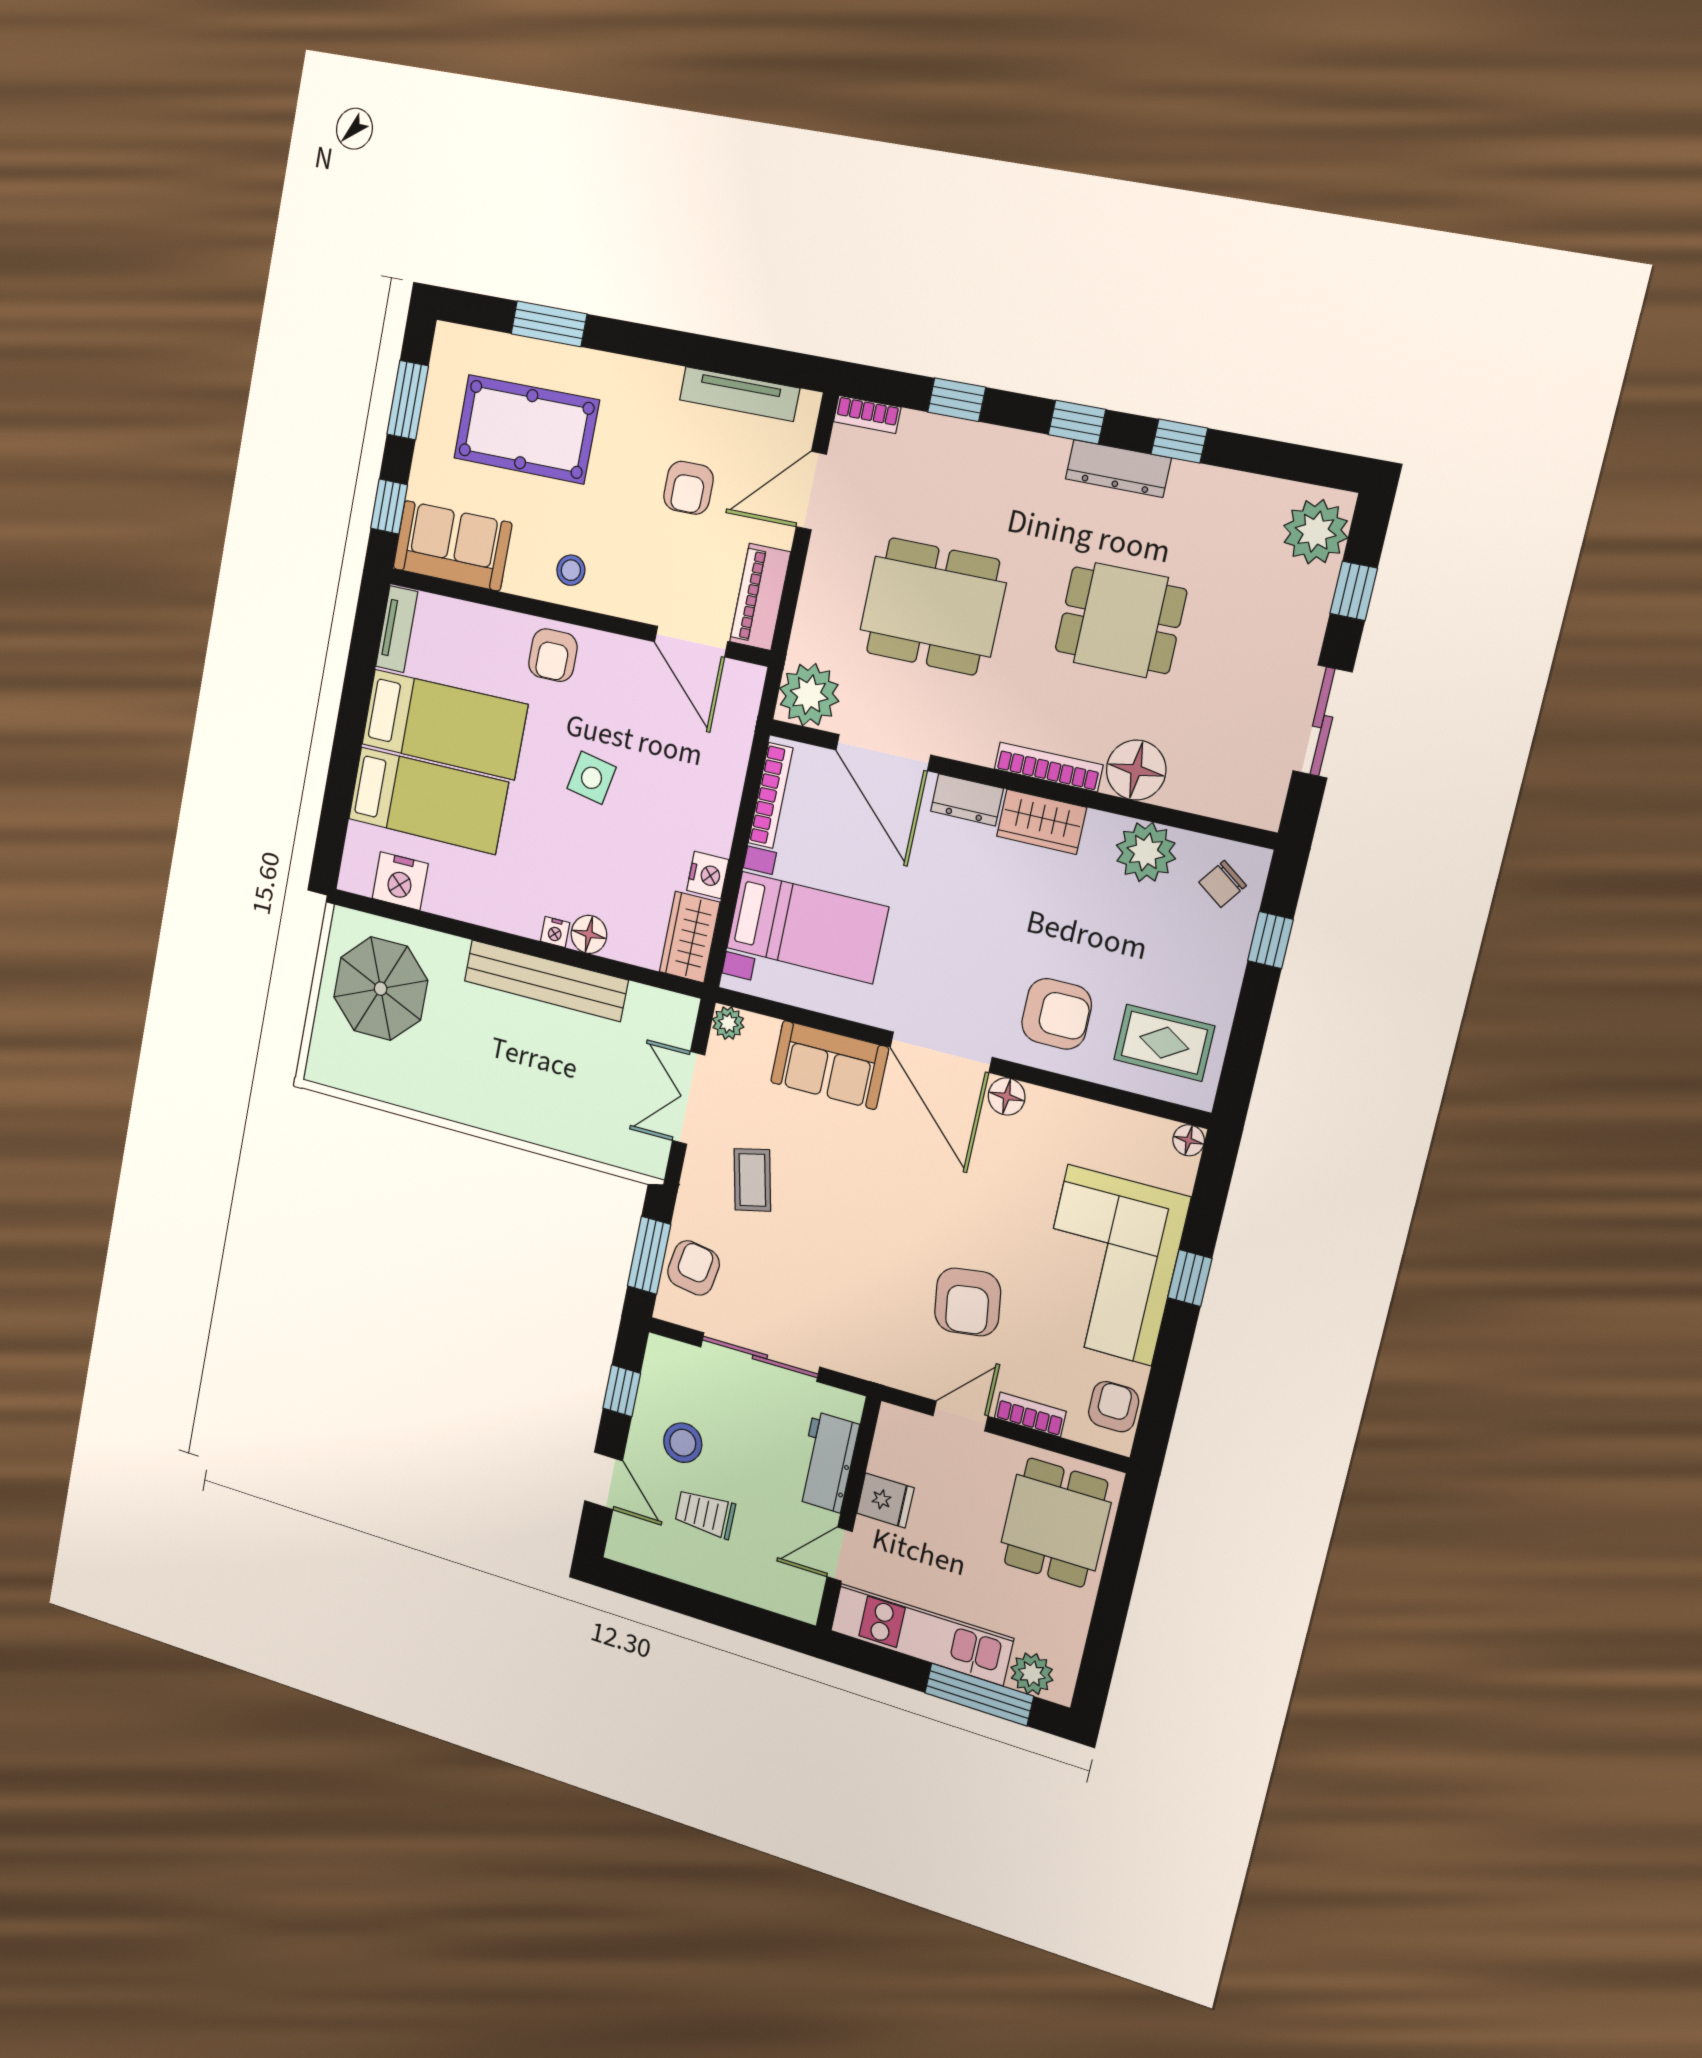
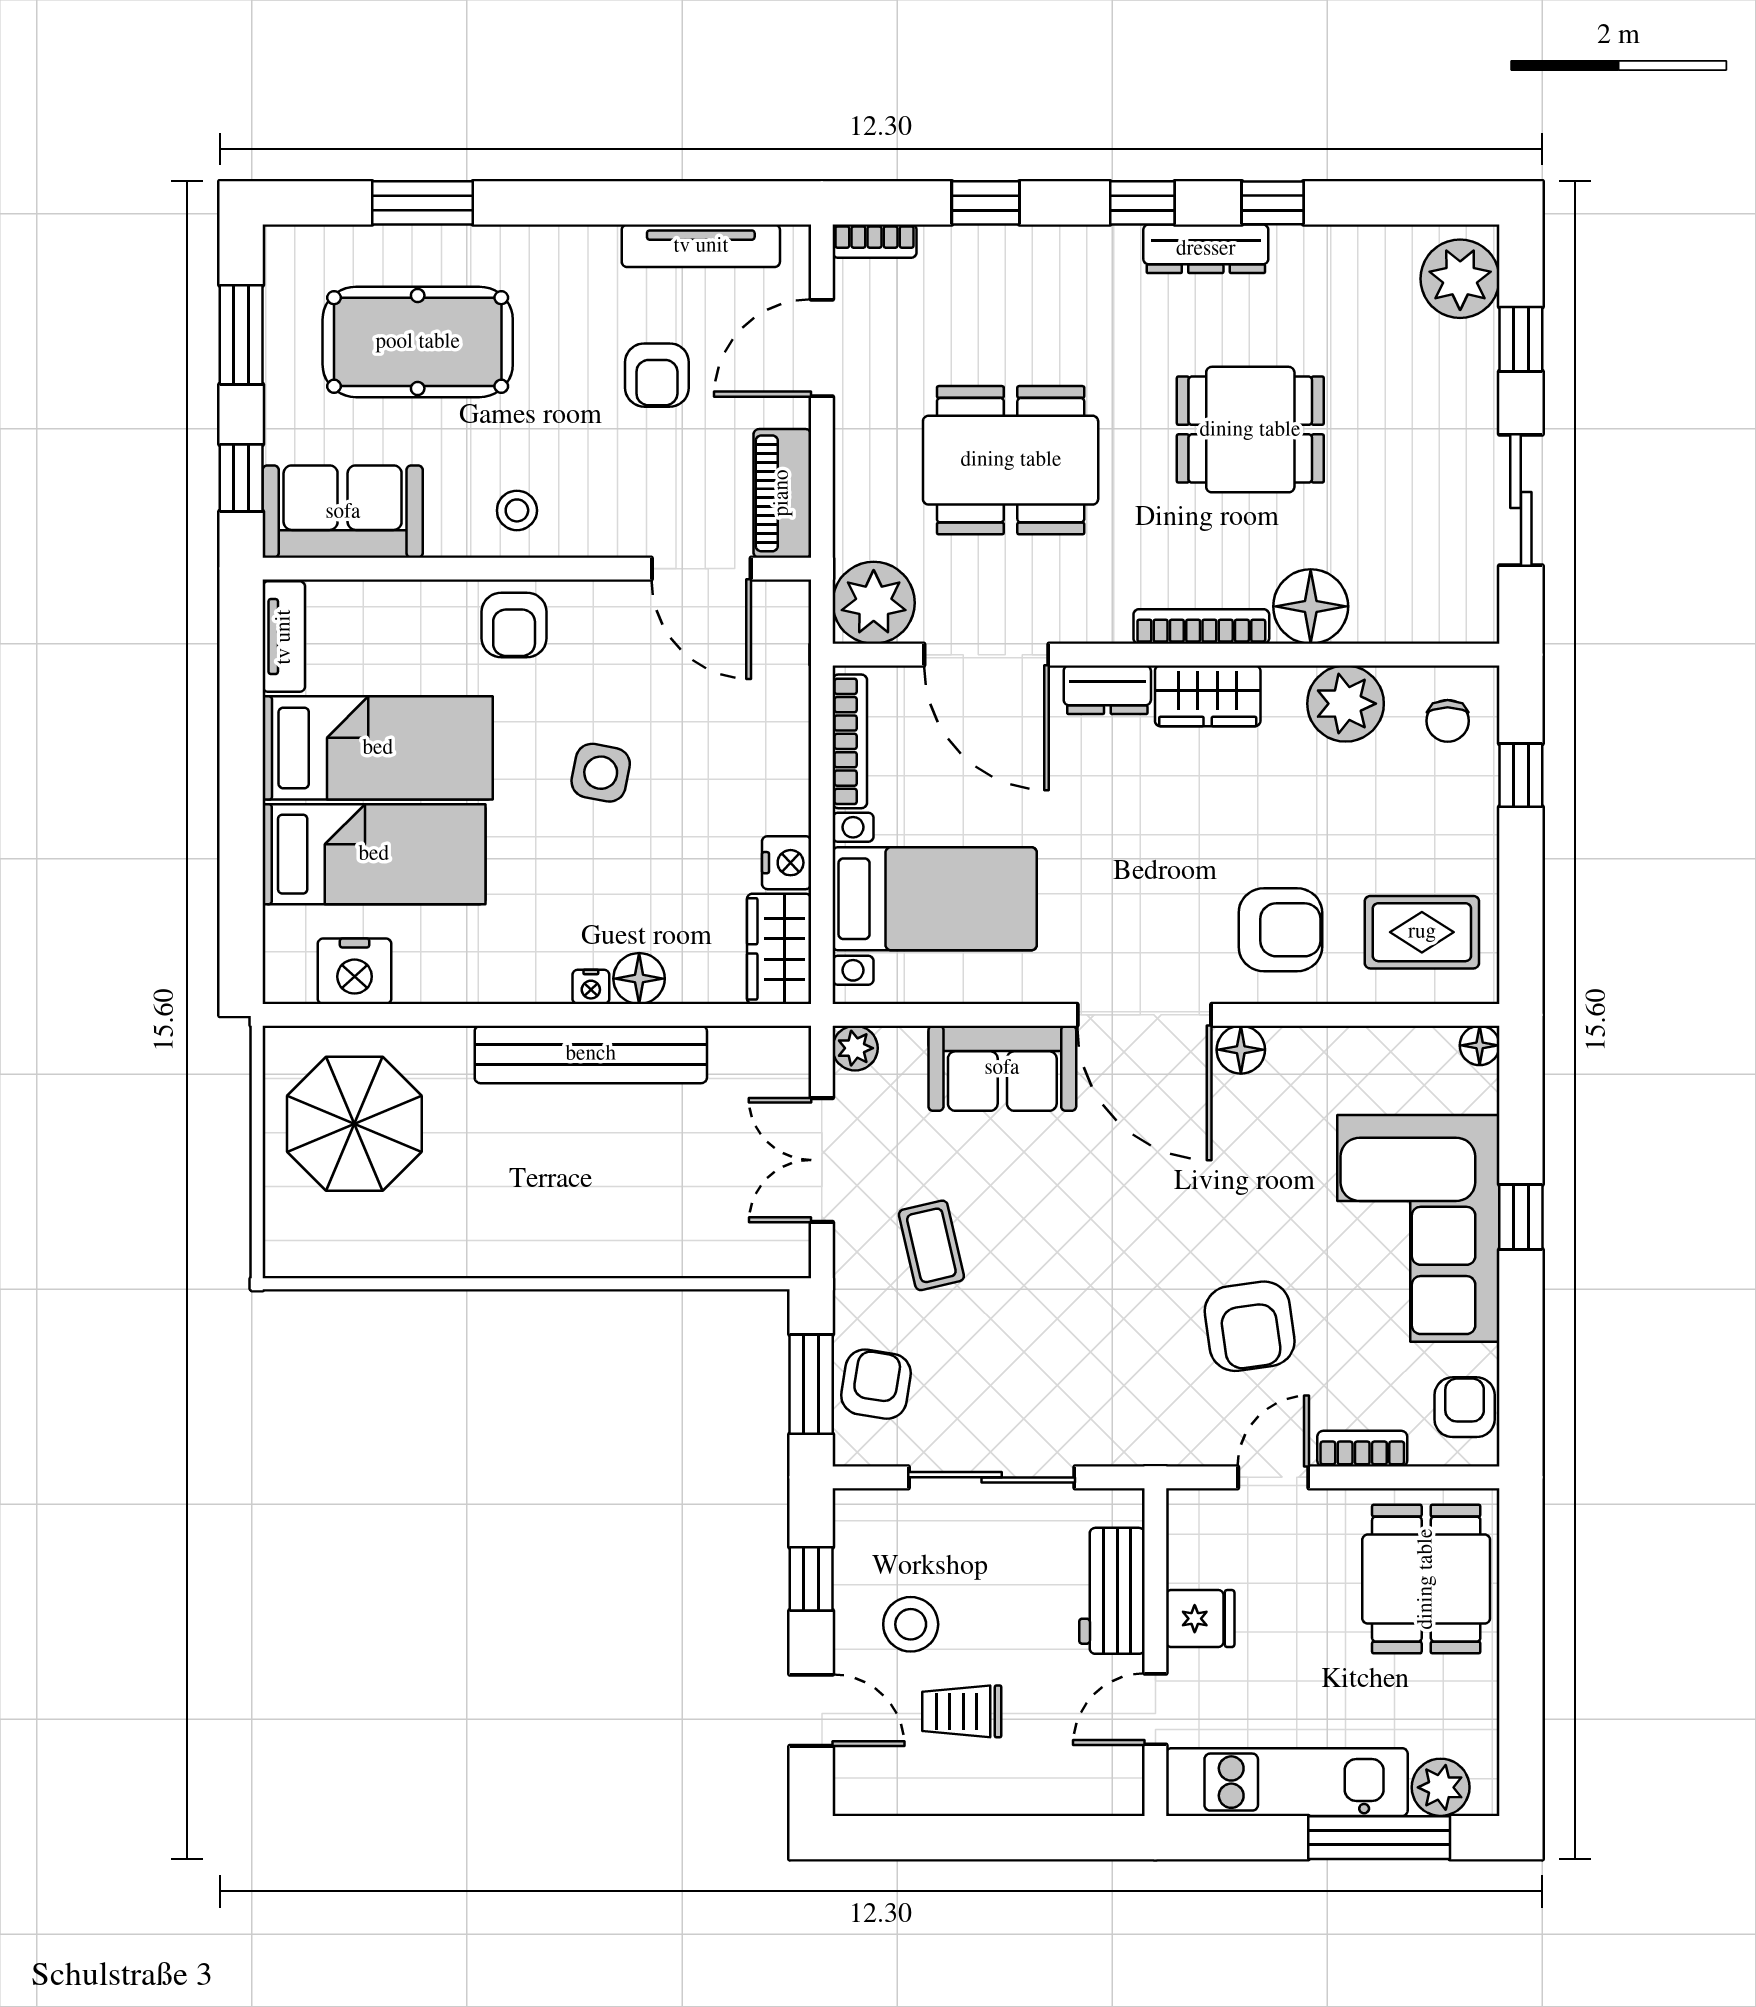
chair: (1223, 884) -> (1448, 721), turned -36

